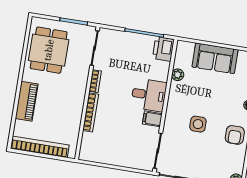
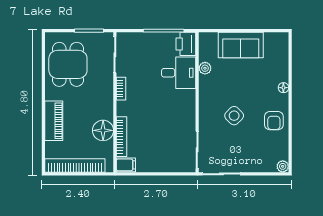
desk: (149, 95) -> (179, 73), moved
bookcase: (91, 112) -> (122, 137), moved
floor lamp: (72, 118) -> (103, 130), added
filing cabinet: (152, 119) -> (126, 165), moved, turned 180
side table: (198, 124) -> (234, 116), turned 45

